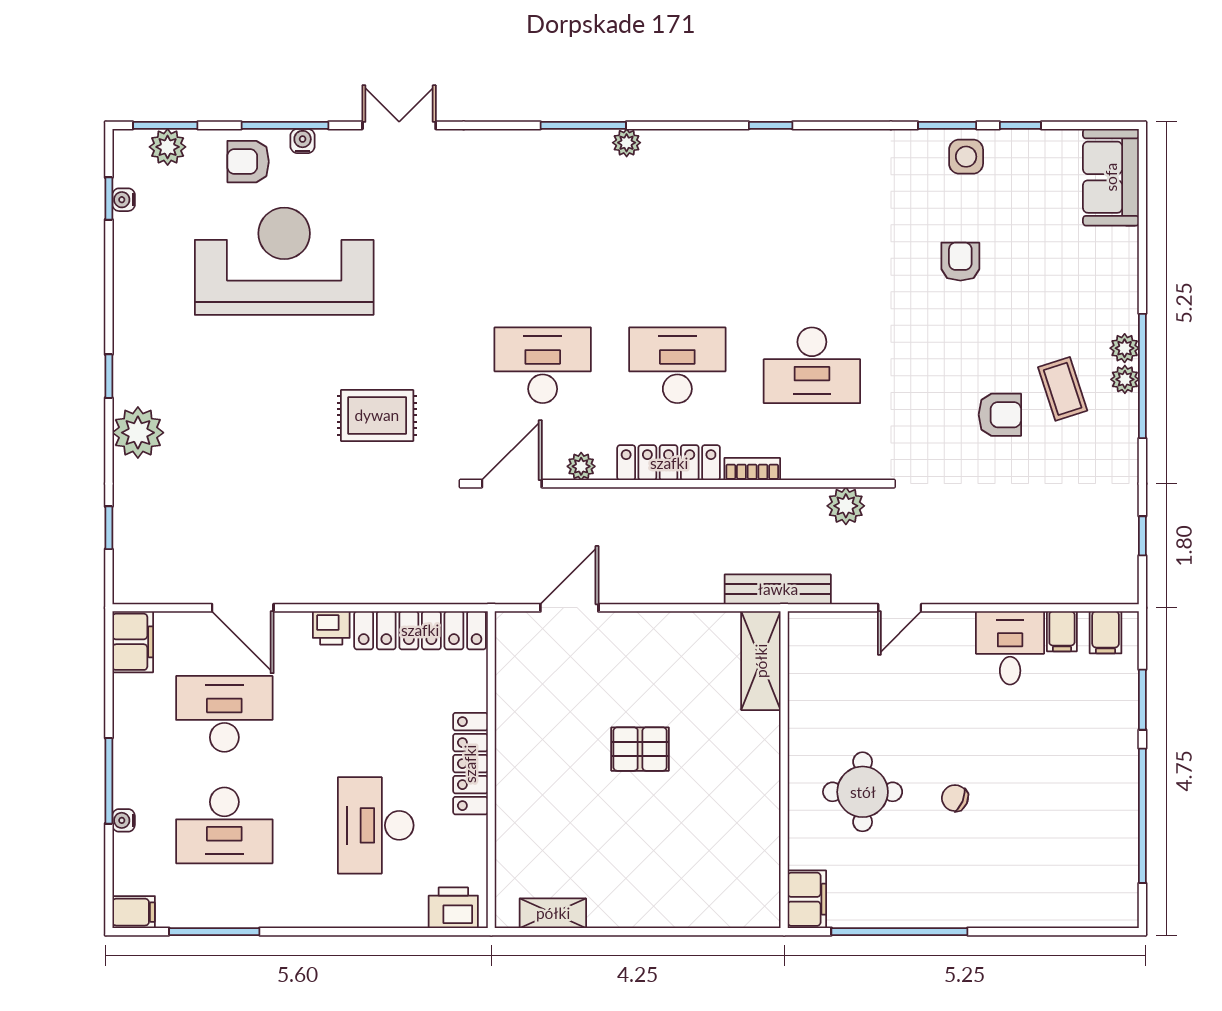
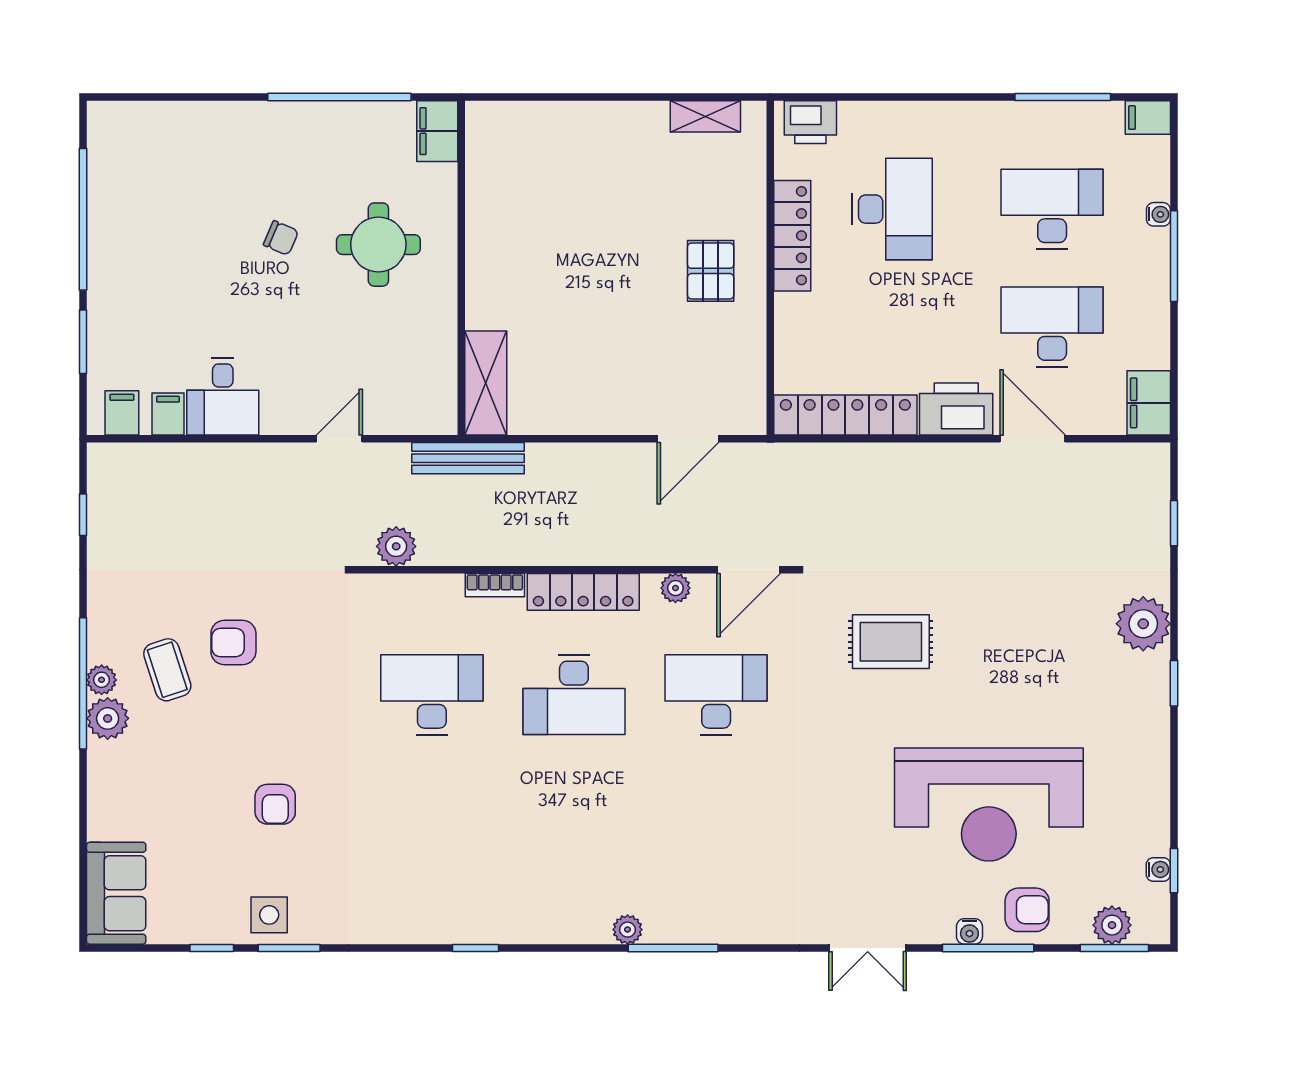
plant: (1125, 348) -> (108, 718), width x1.38, depth x1.38
desk: (543, 365) -> (716, 695), turned 180
printer: (331, 628) -> (956, 409), width x1.87, depth x1.48
desk: (224, 714) -> (1052, 327), turned 180
pallet: (640, 749) -> (711, 271), moved, turned 90
locker: (470, 764) -> (792, 236), moved

